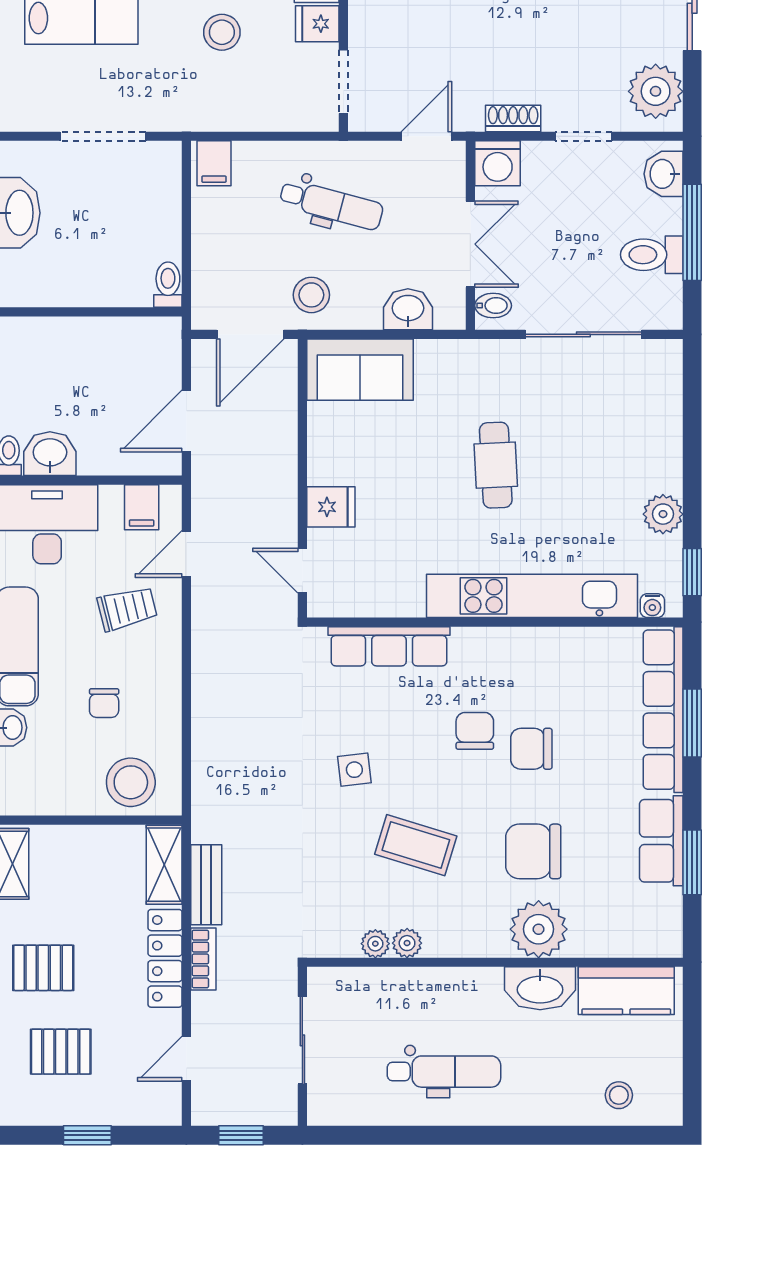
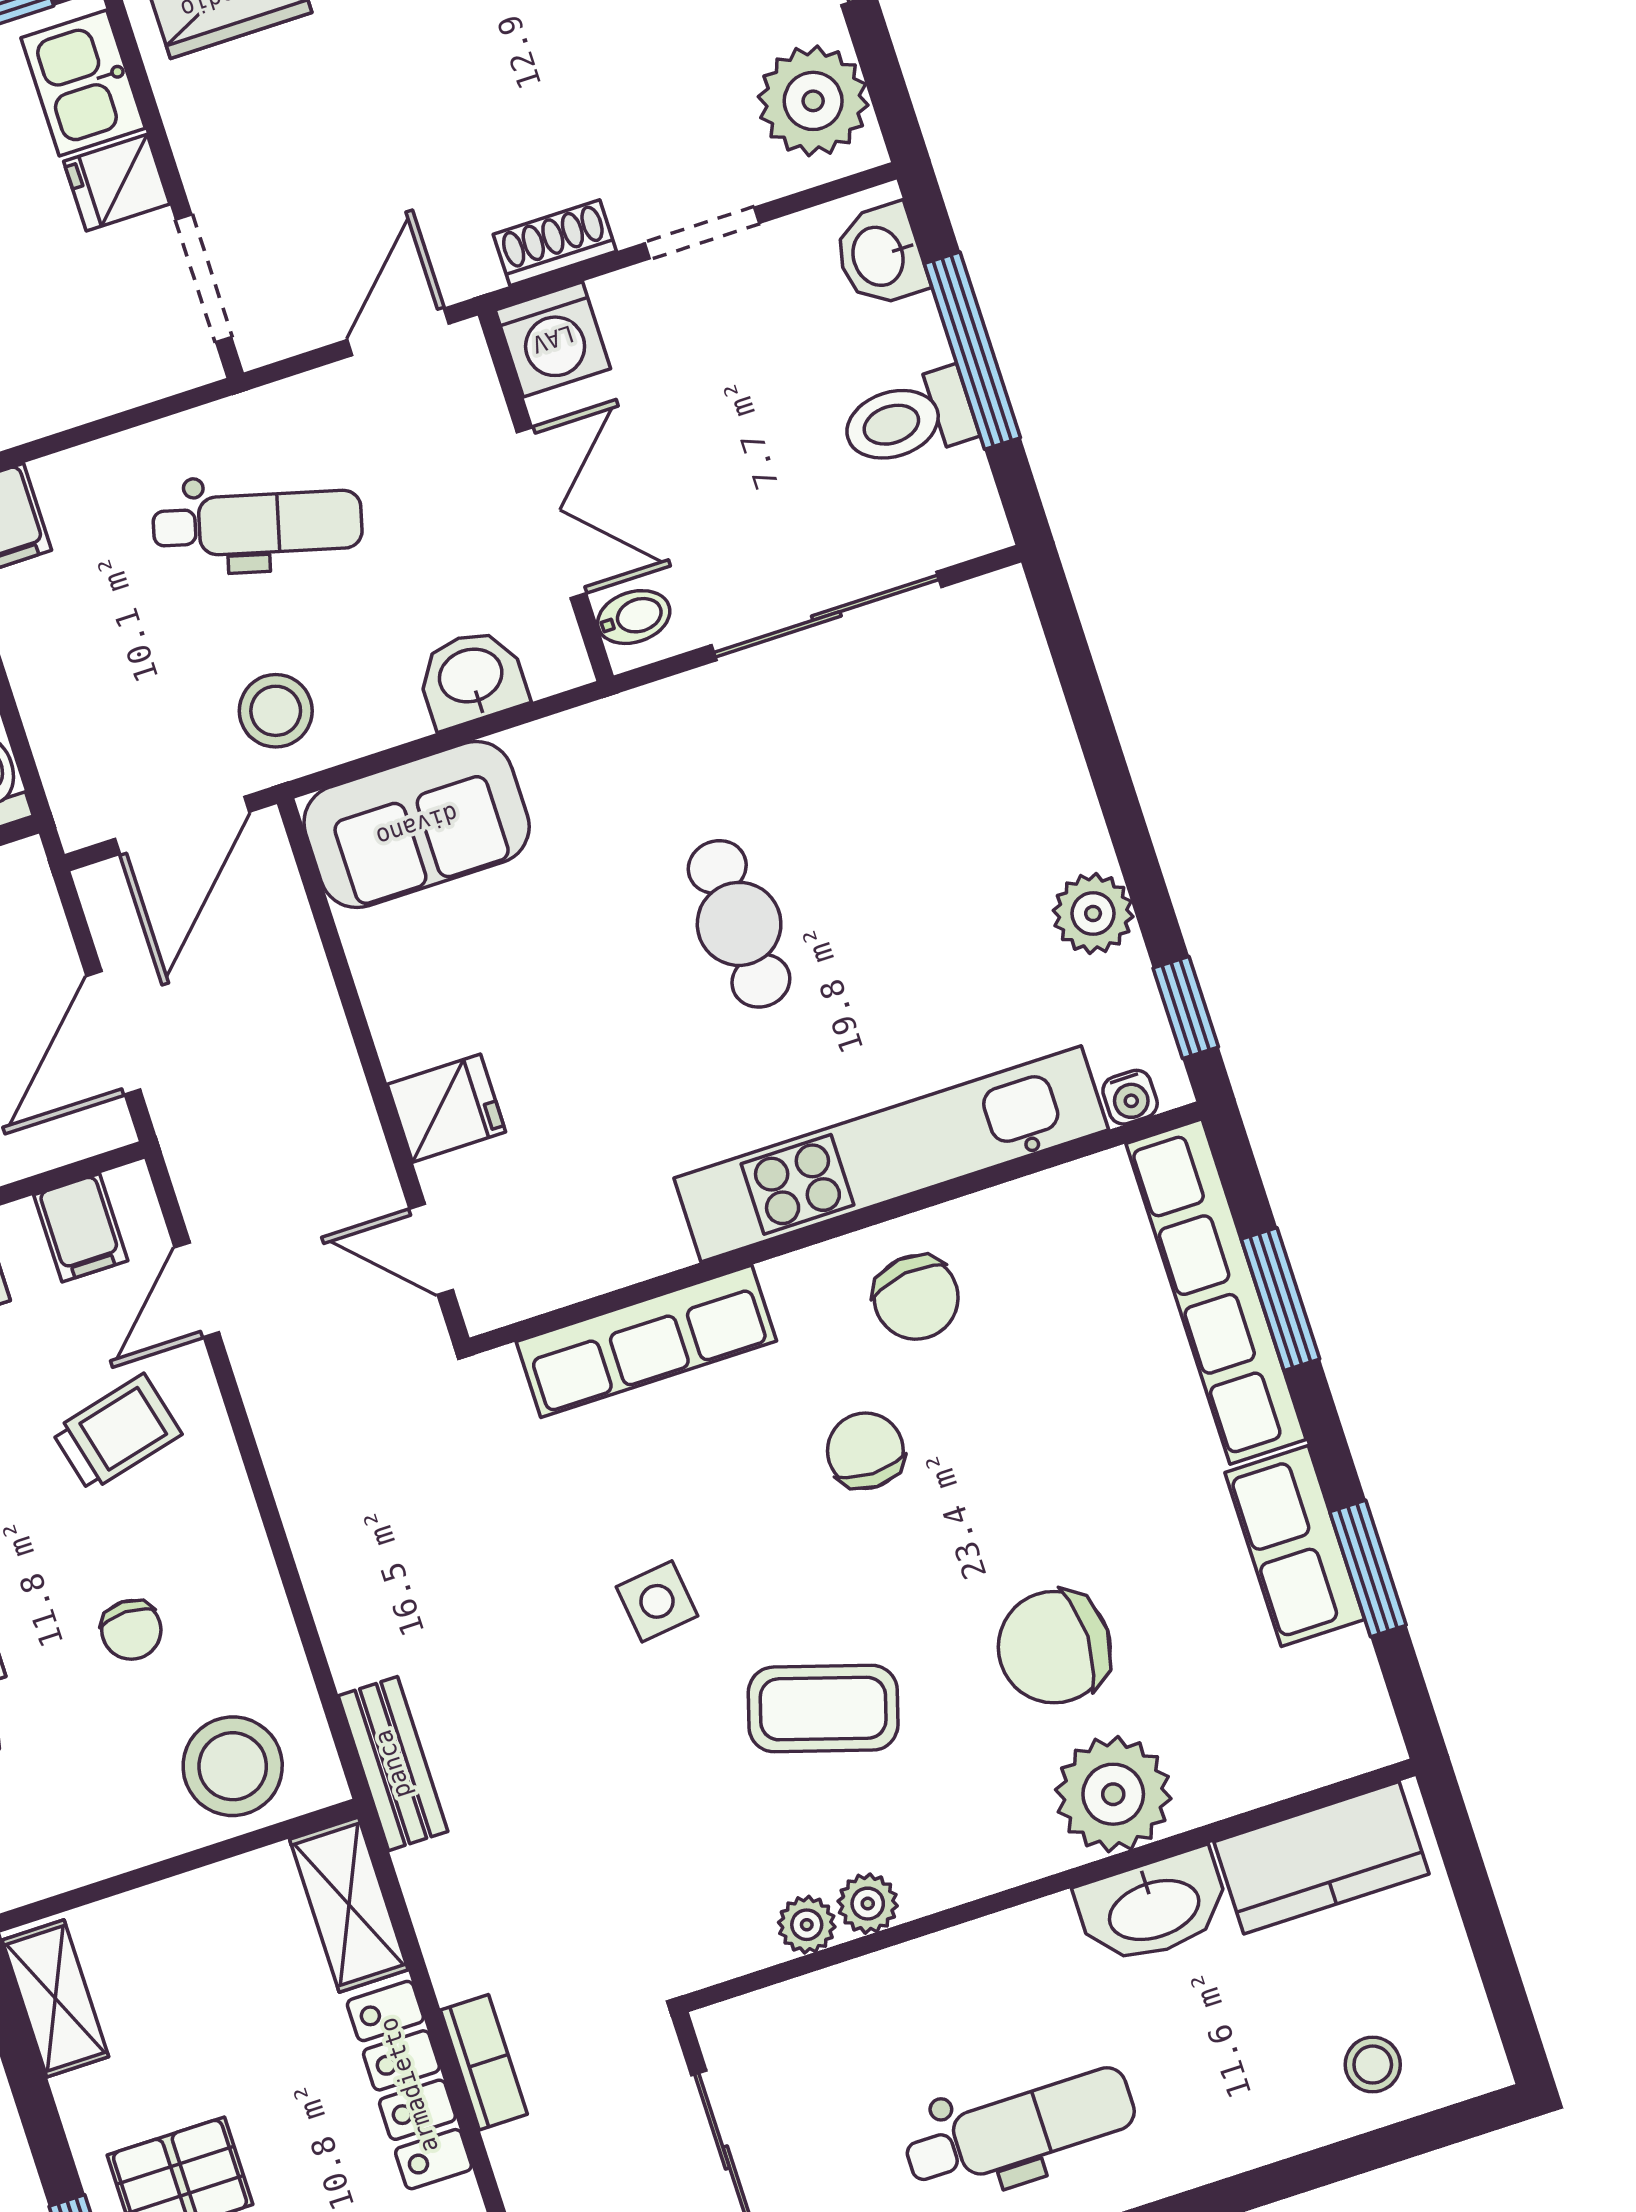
chair: (531, 749) -> (916, 1297), moved, turned -97
bench: (206, 885) -> (393, 1764), moved

